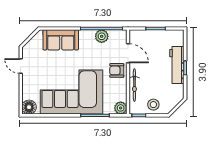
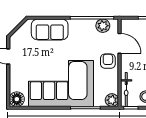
plant: (102, 36) -> (103, 26), moved
armchair: (117, 70) -> (108, 61), turned 90
bicycle: (134, 85) -> (126, 89), moved

